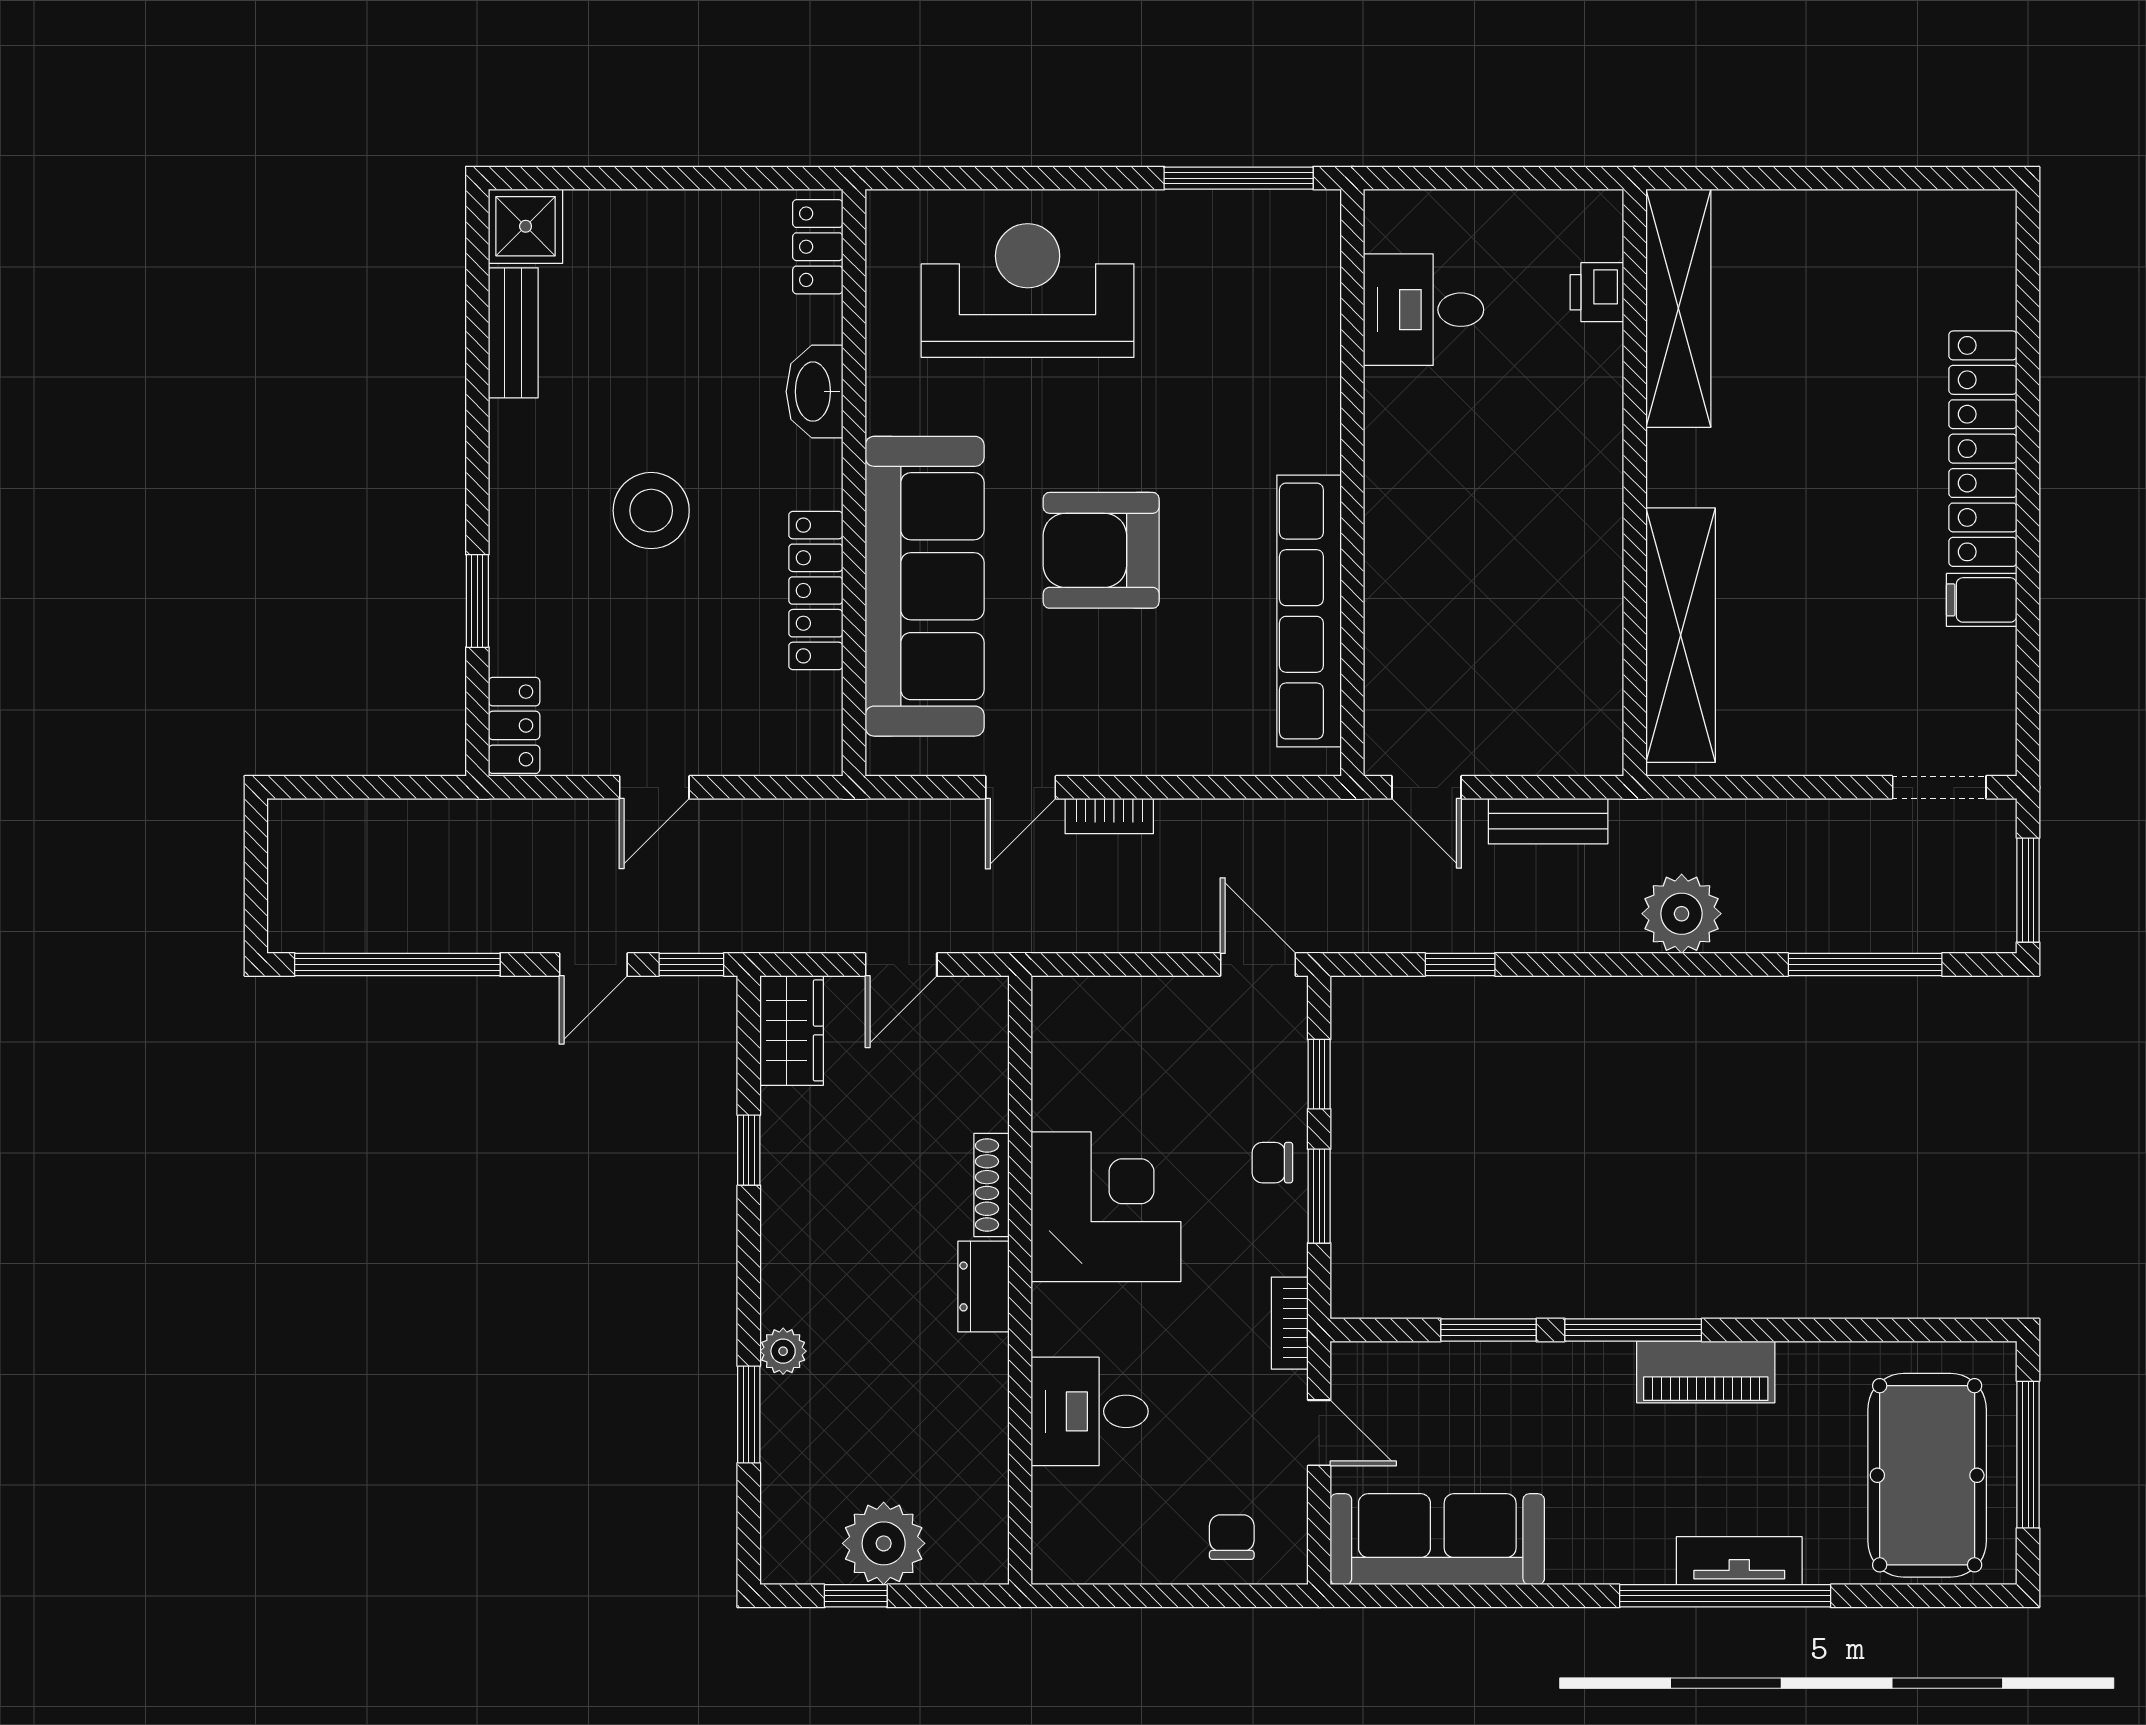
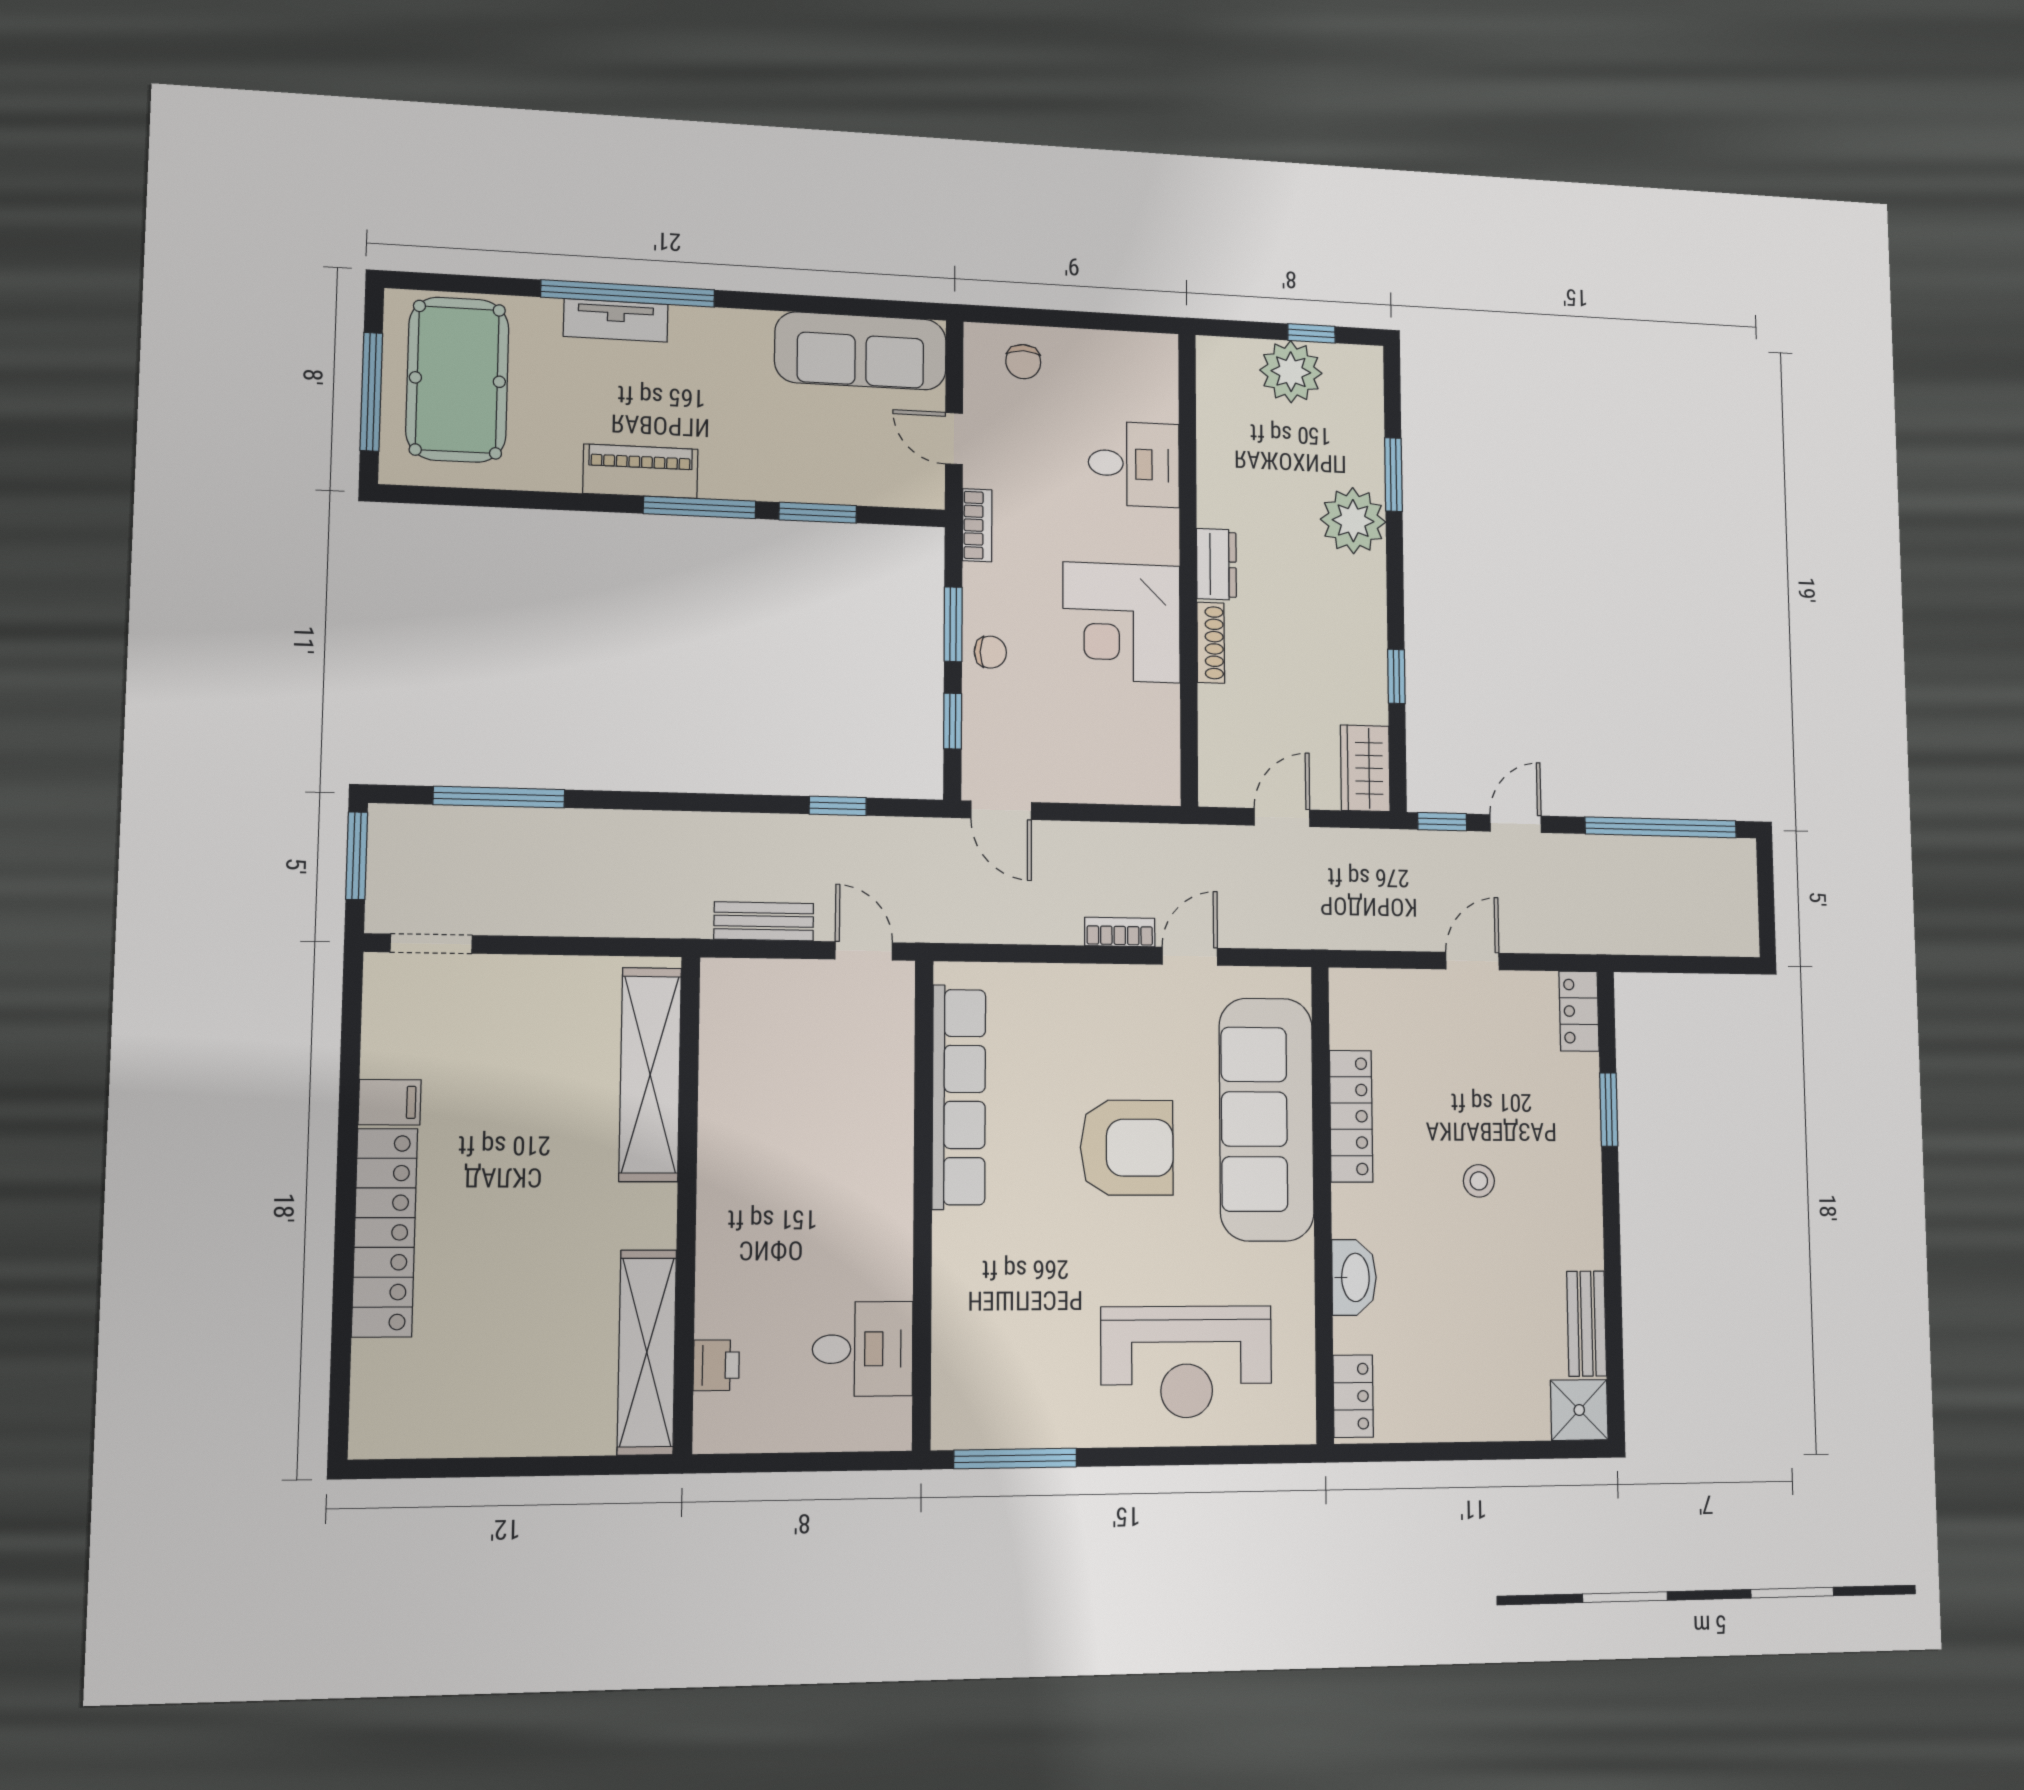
stool: (651, 511) -> (1479, 1181), width x0.53, depth x0.53
plant: (1682, 914) -> (654, 843), removed
plant: (783, 1351) -> (1353, 521), width x1.88, depth x1.88

